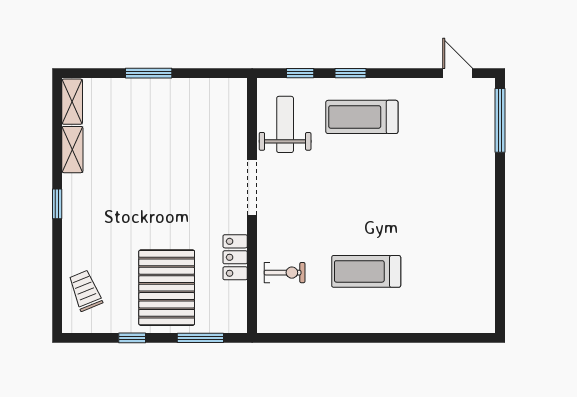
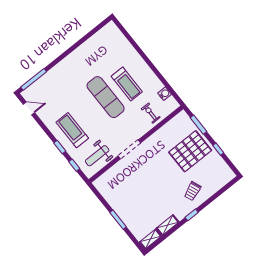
door: (458, 73) -> (29, 108), swing flipped
treadmill: (362, 117) -> (72, 130), turned 180
exercise mat: (373, 218) -> (106, 97), added
locker: (235, 257) -> (159, 135), removed
trolley: (85, 291) -> (193, 191), moved
water cooler: (299, 322) -> (165, 94), added

